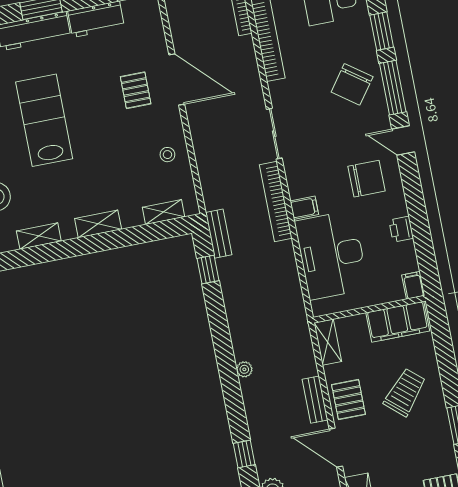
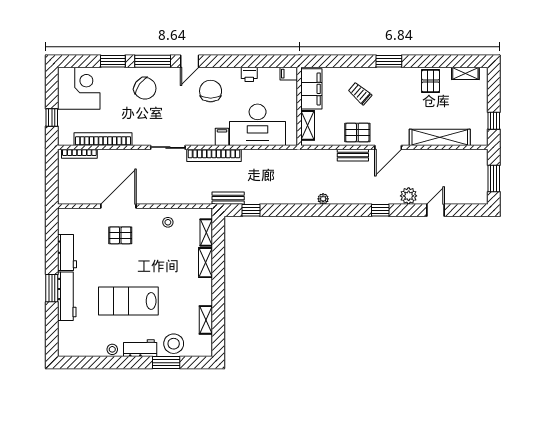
shelving: (98, 224) -> (206, 263), moved
shelving: (328, 342) -> (308, 125), moved, turned 90
trolley: (405, 392) -> (360, 93), width x0.73, depth x0.72

